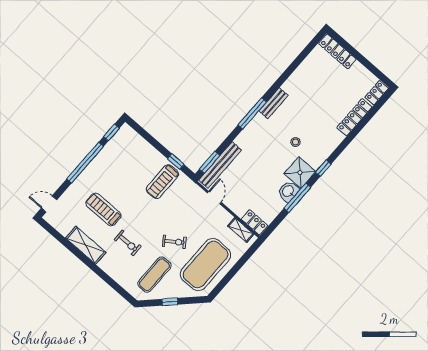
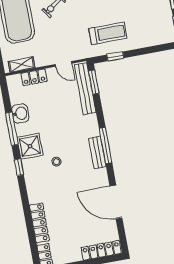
door: (290, 70) -> (116, 202), added
bench: (273, 103) -> (97, 152), moved
treadmill: (162, 182) -> (108, 33), turned 90
washbasin: (288, 191) -> (20, 113), moved
locker: (254, 222) -> (34, 77), moved

